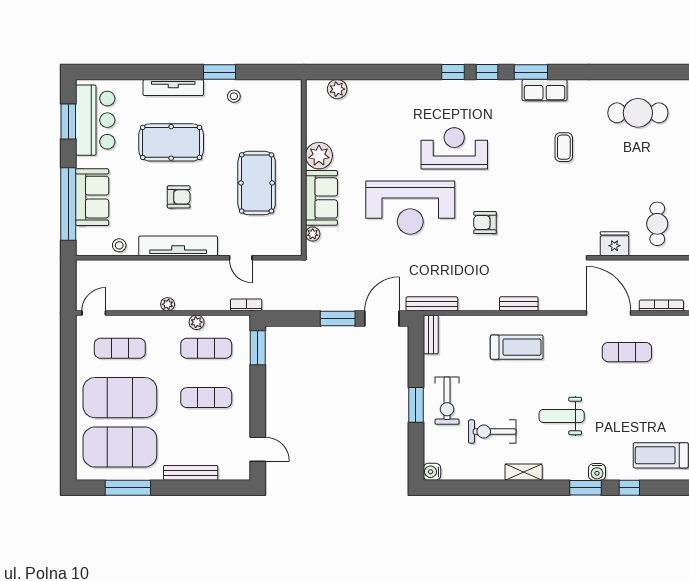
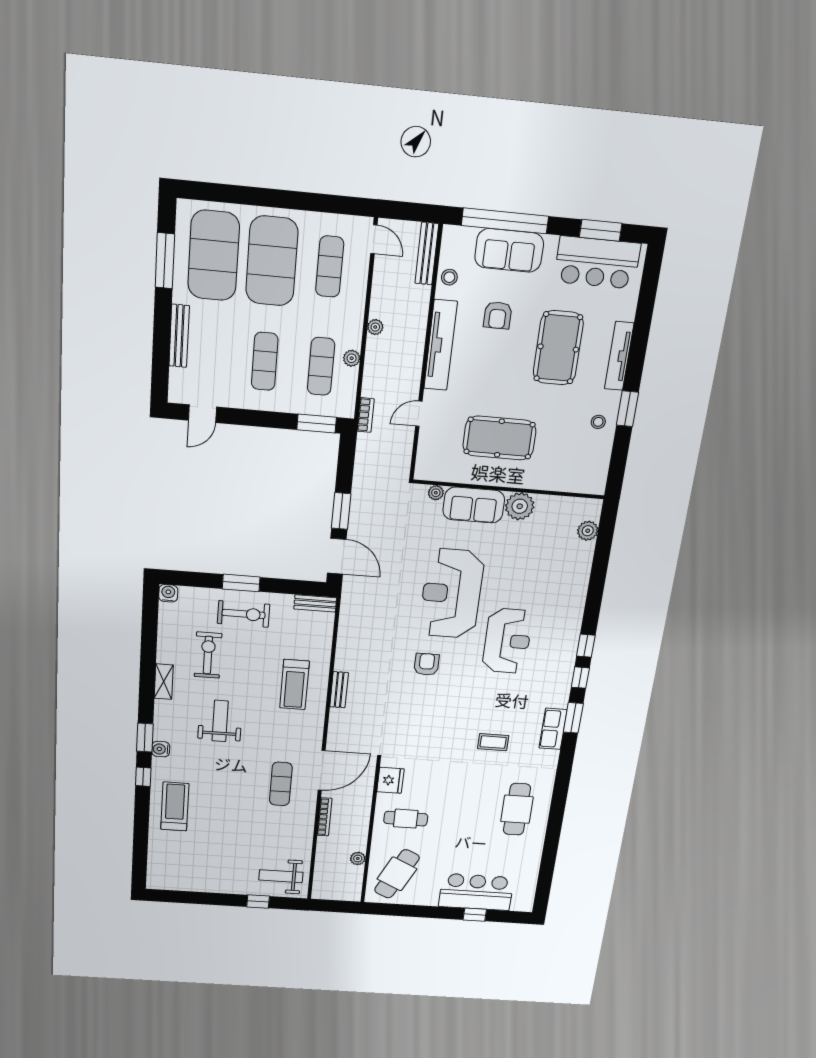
armchair: (179, 197) -> (498, 315), moved
bench: (432, 304) -> (427, 254), moved
exercise bike: (447, 401) -> (244, 614), turned 180

